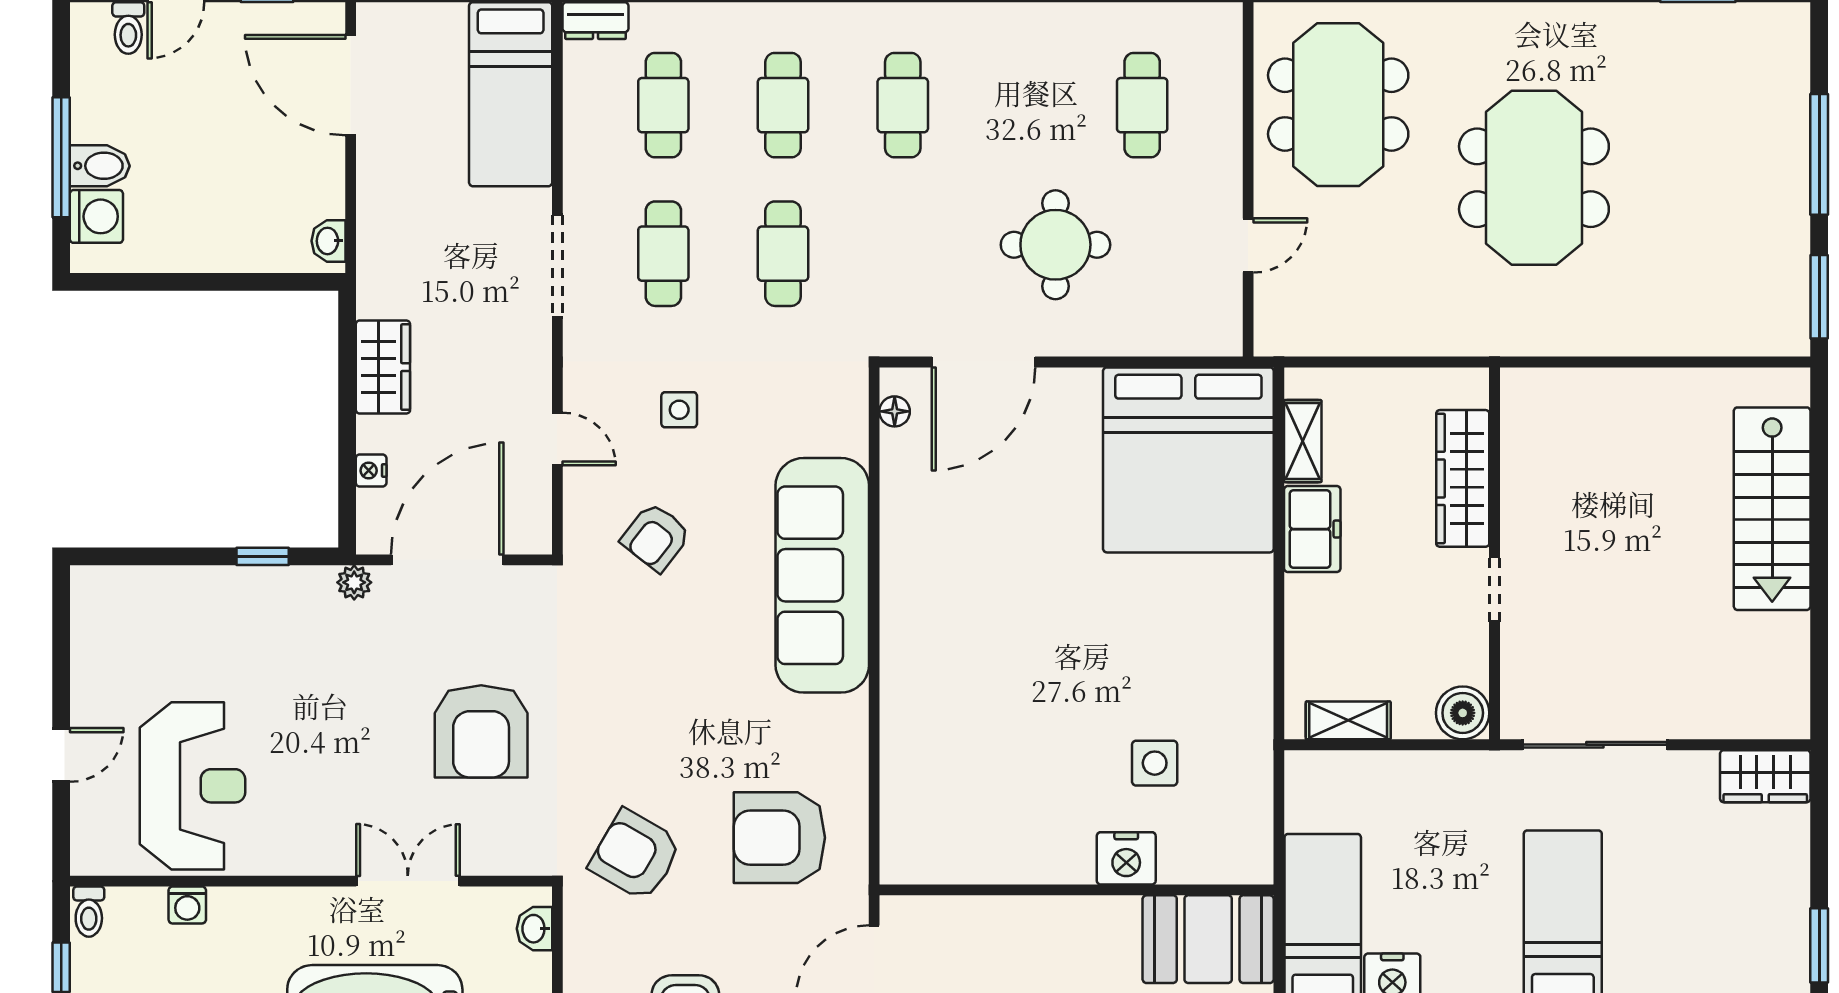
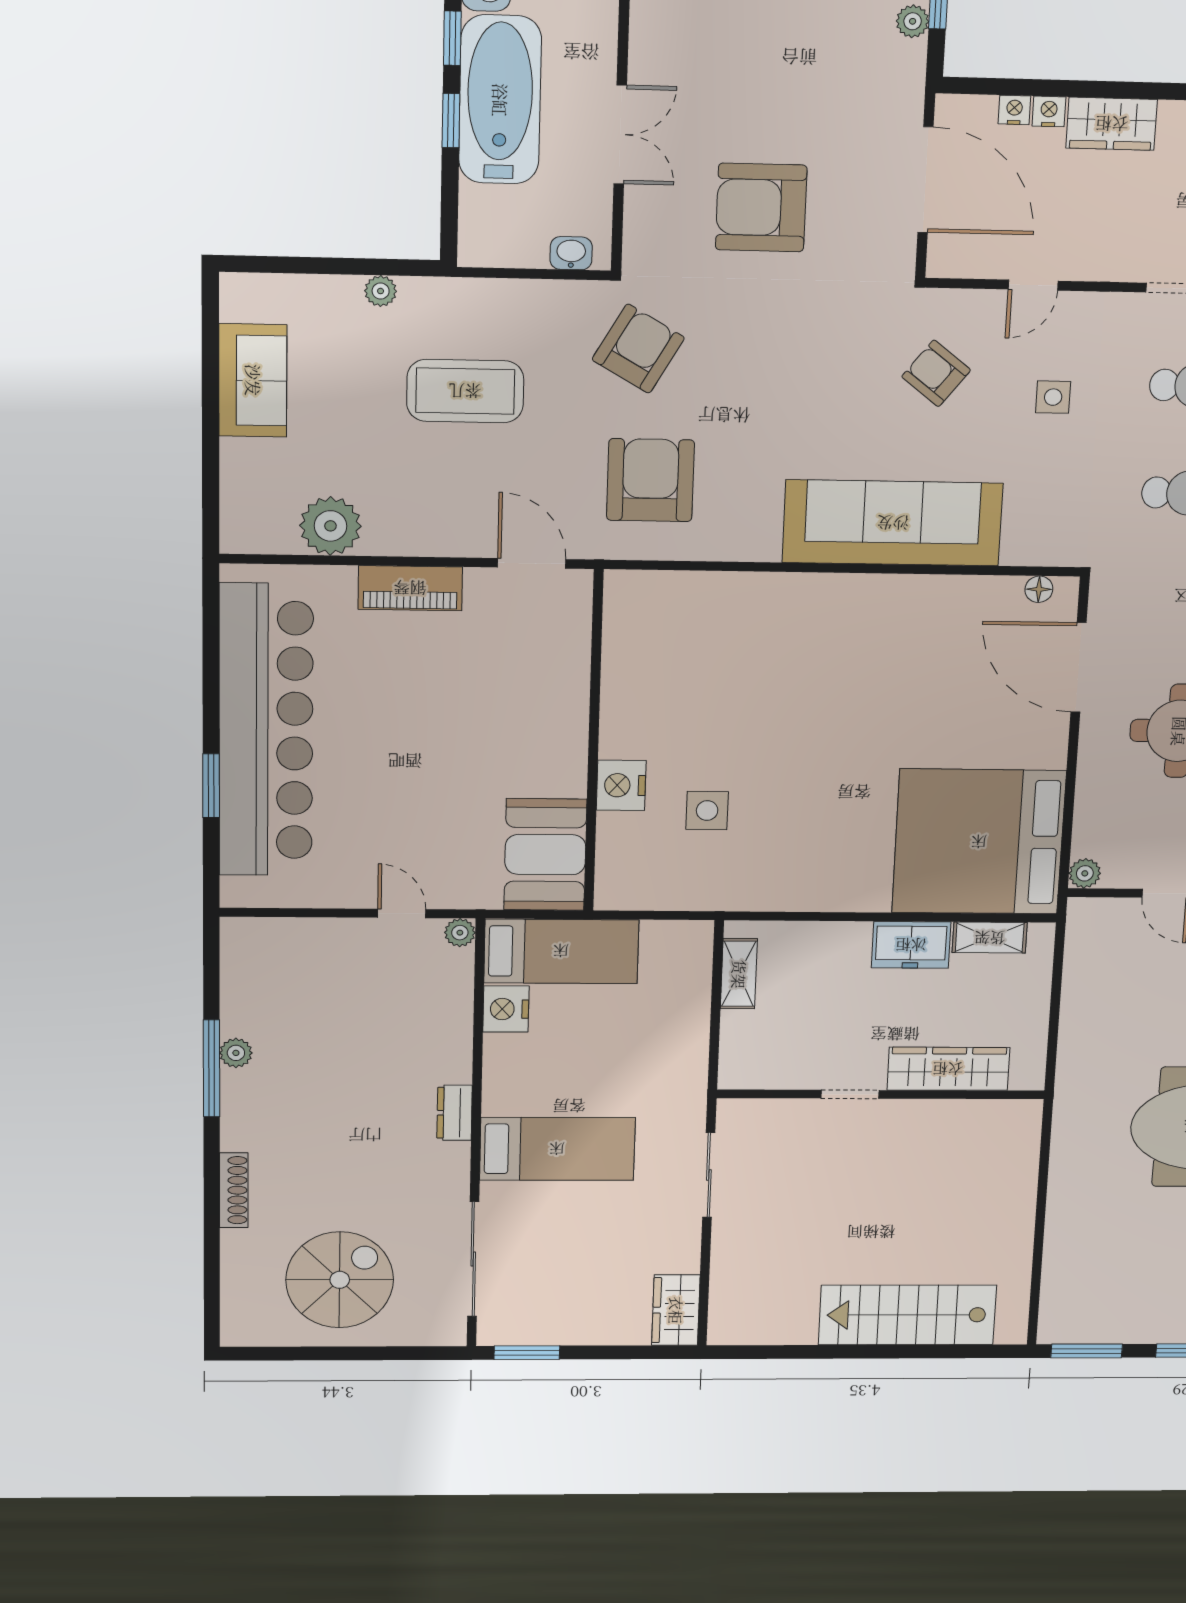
plant: (1225, 339) -> (1085, 873), added
nightstand: (372, 434) -> (1049, 111), added
plant: (354, 582) -> (913, 21), moved
boiler: (1463, 713) -> (741, 1068), removed
sliding door: (1595, 745) -> (709, 1175), width x0.73

